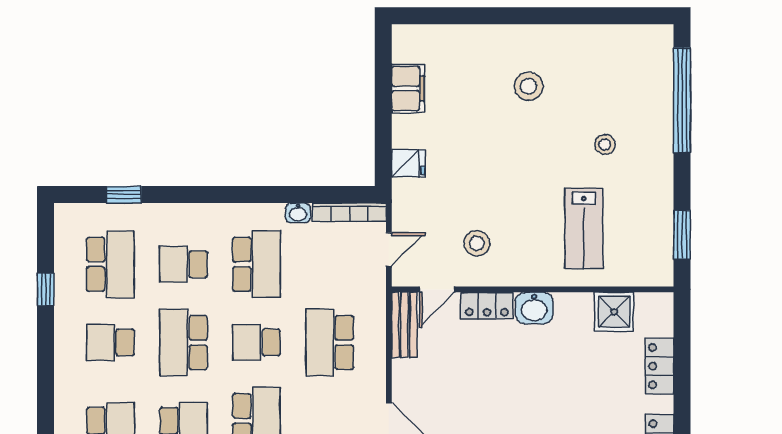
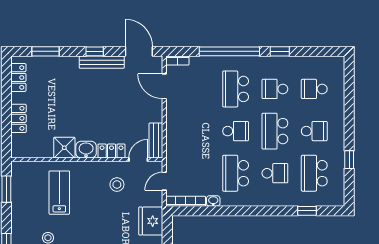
fridge: (408, 163) -> (151, 221), width x1.88, depth x1.34
shower: (614, 312) -> (64, 148), moved
school desk: (184, 342) -> (275, 131), turned 180
school desk: (330, 342) -> (196, 131), removed

